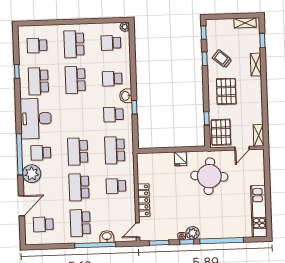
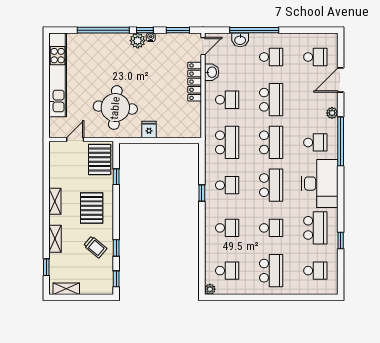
school desk: (75, 80) -> (271, 228), width x0.54
washbasin: (126, 96) -> (212, 72), moved
school desk: (77, 116) -> (271, 185), added
shelving: (259, 135) -> (55, 201), moved
plant: (32, 174) -> (332, 113), width x0.53, depth x0.53
kitchen unit: (259, 211) -> (58, 75), width x1.36
school desk: (80, 223) -> (271, 57), width x0.54

